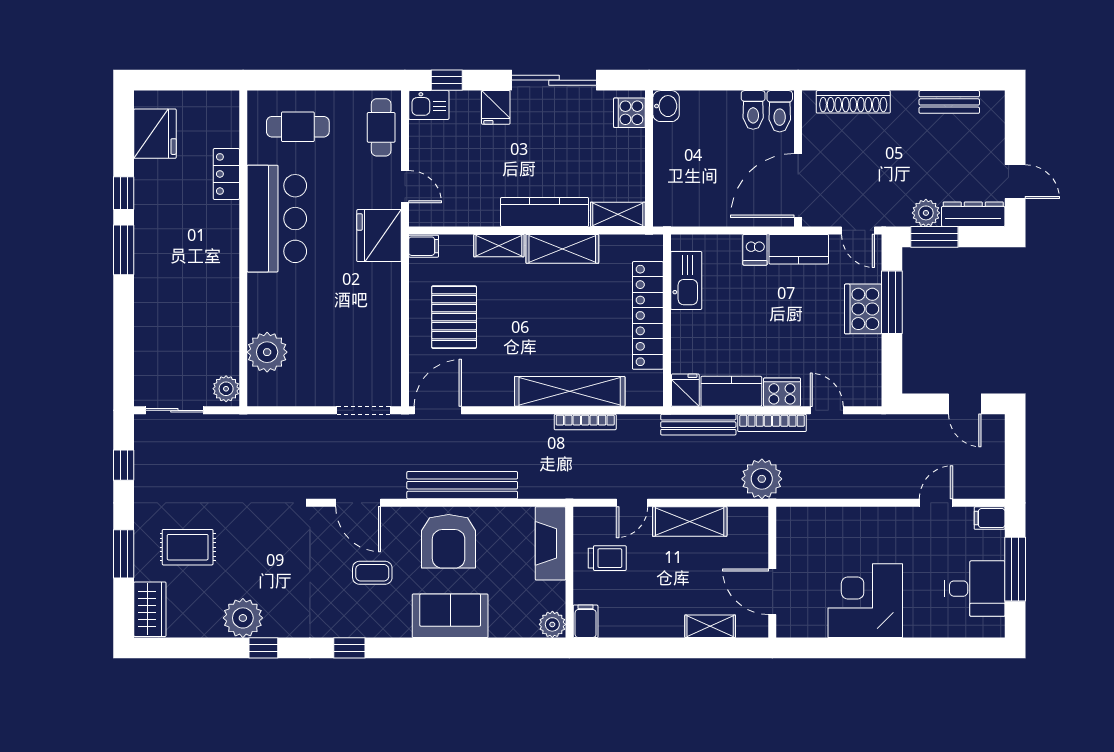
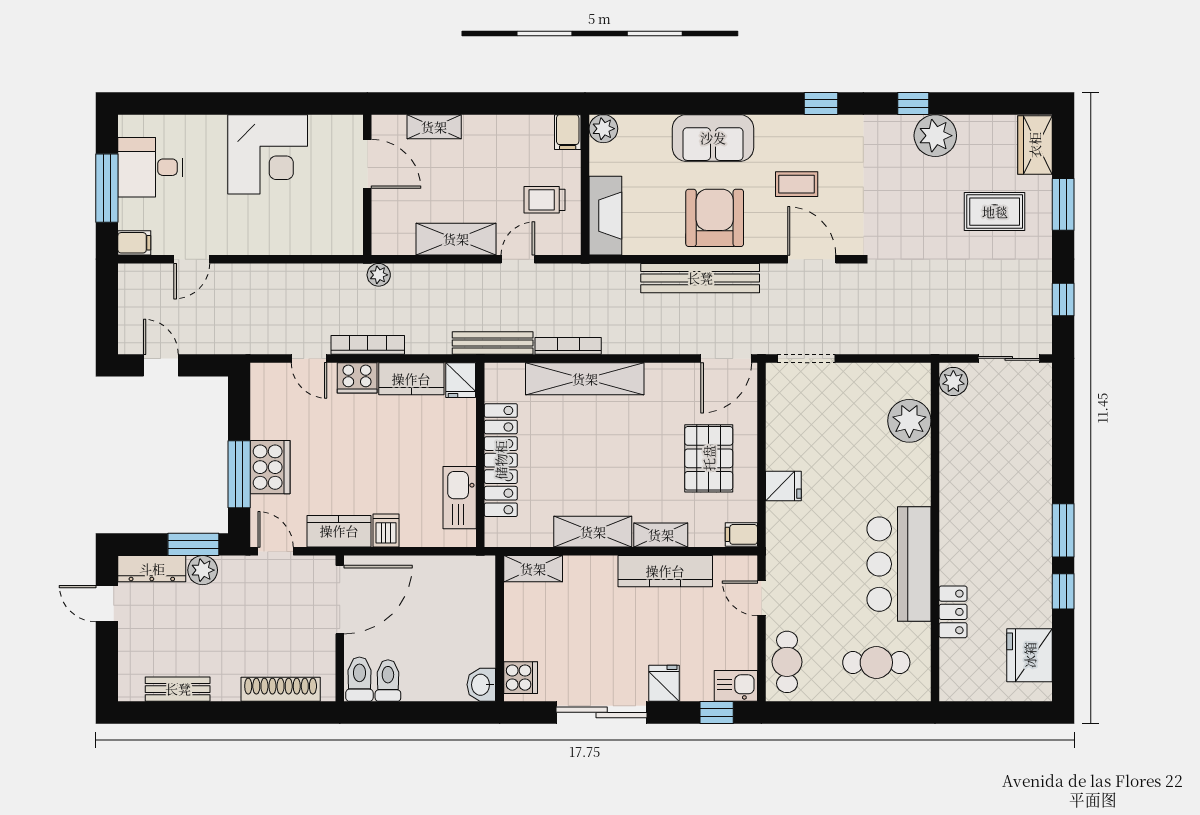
kitchen counter: (545, 212) -> (665, 571), moved
fridge: (379, 236) -> (783, 486), moved, width x0.53, depth x0.75
bench: (698, 425) -> (493, 343), moved
plant: (762, 479) -> (379, 275), width x0.53, depth x0.53

